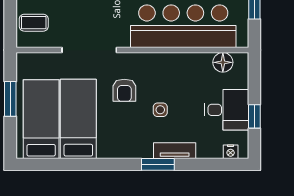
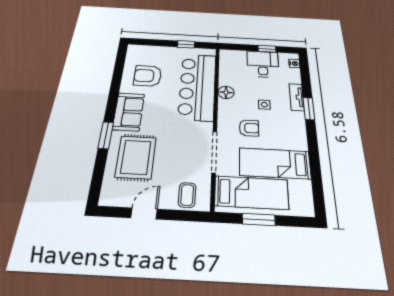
floor lamp: (223, 62) -> (226, 92), moved
bed: (41, 119) -> (251, 193), moved, turned 180

